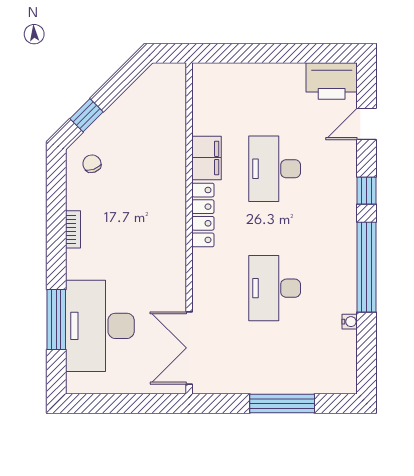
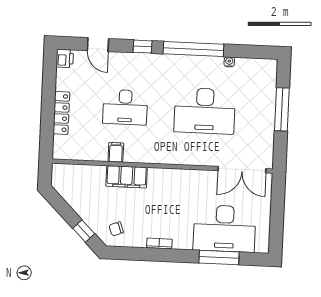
printer: (332, 81) -> (65, 58), width x0.53, depth x0.68
filing cabinet: (206, 158) -> (116, 152), width x0.50
filing cabinet: (171, 176) -> (127, 177), added
locker: (203, 215) -> (61, 113), moved, turned 90
desk: (275, 288) -> (205, 111), width x1.36, depth x1.30

